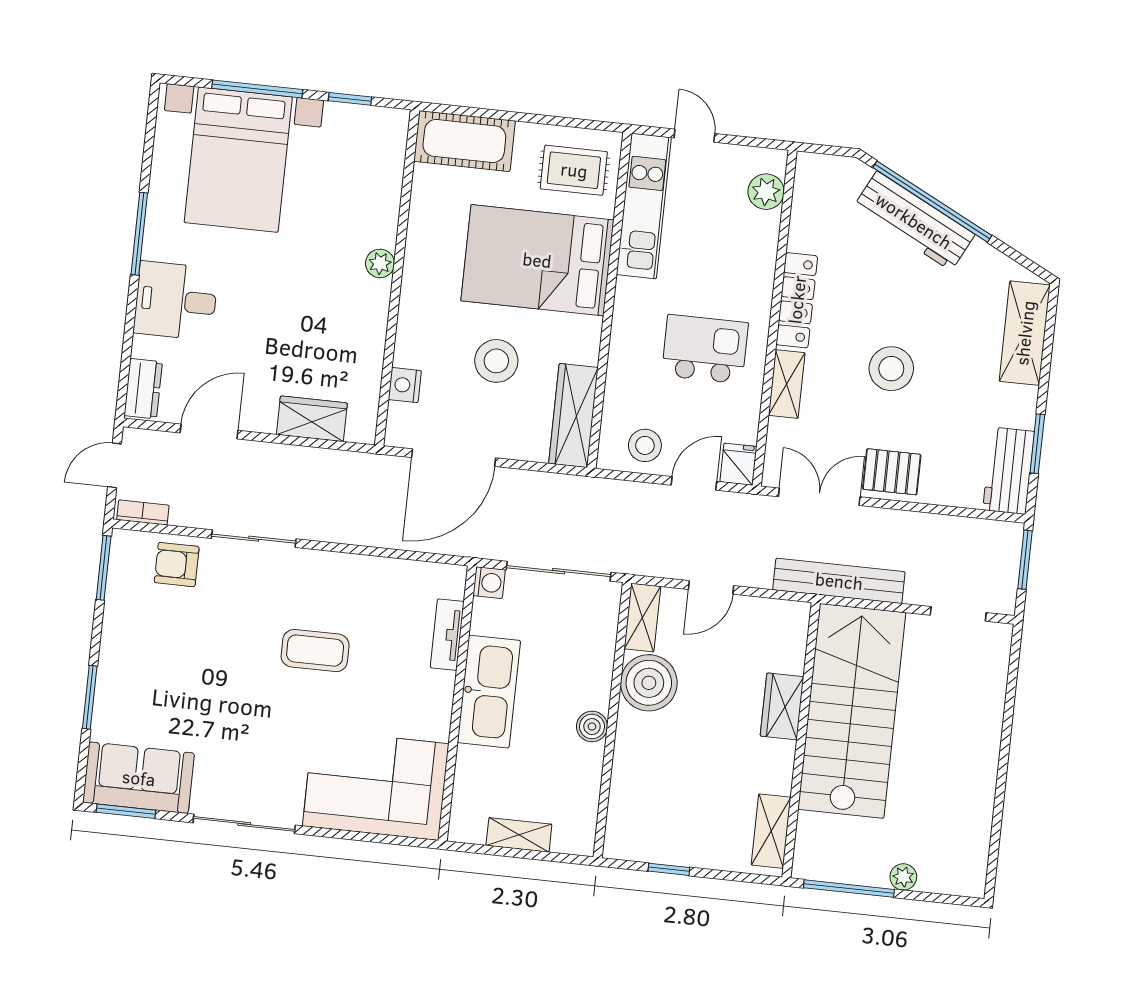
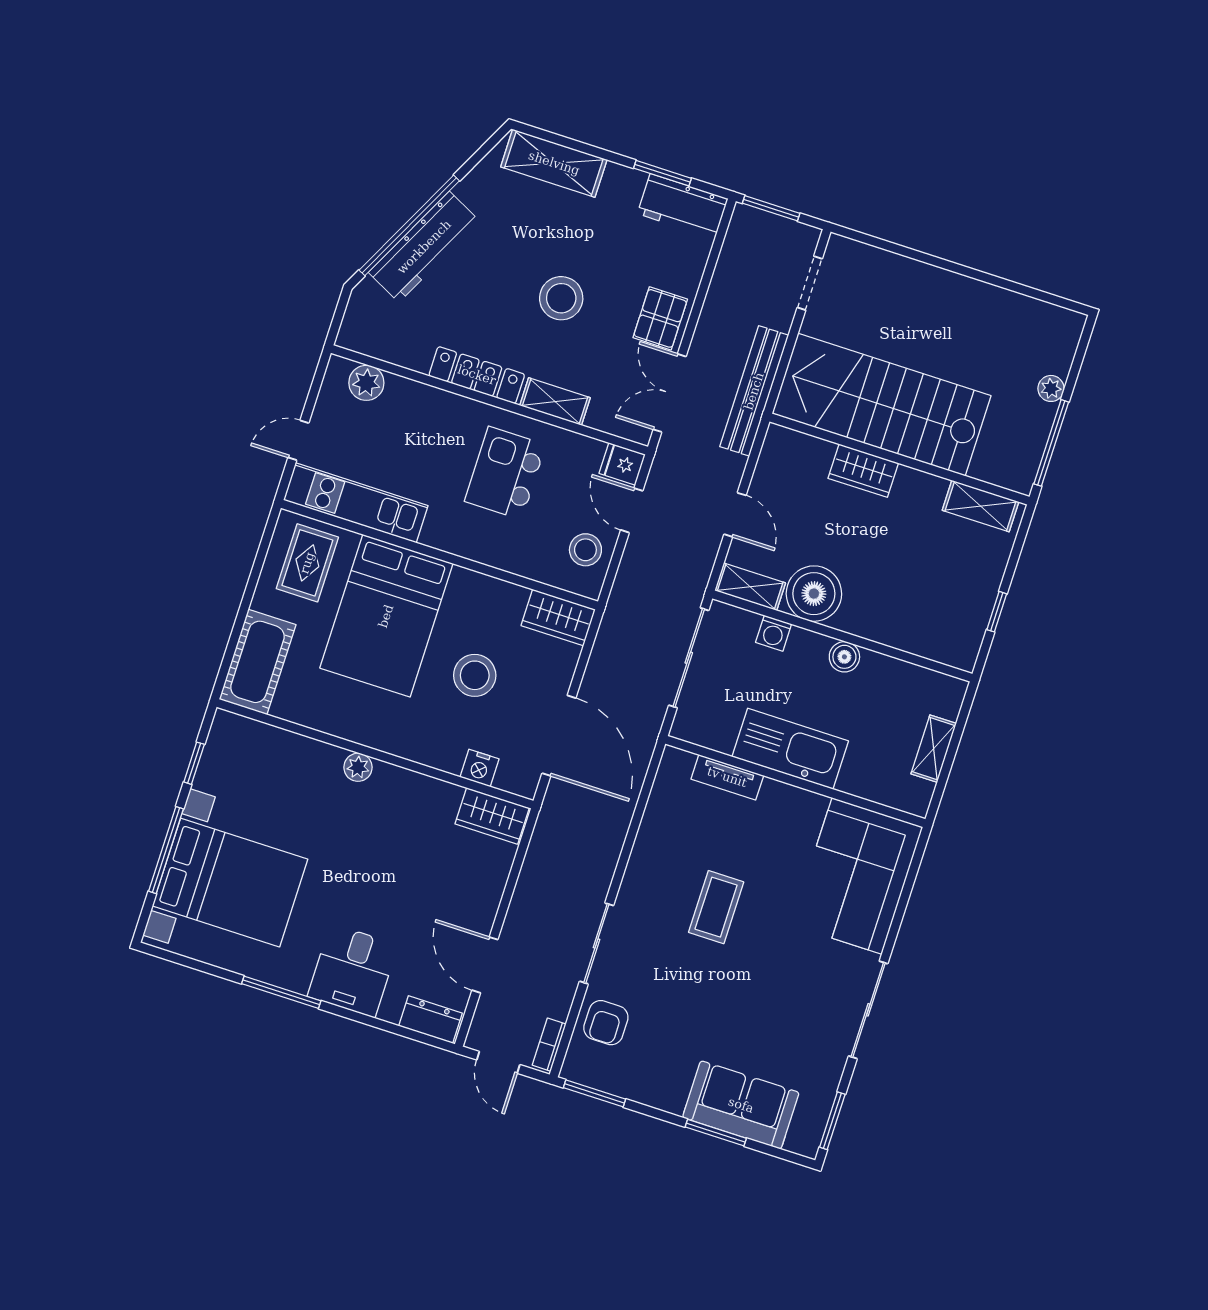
wardrobe: (573, 416) -> (558, 617), width x0.67
wardrobe: (312, 419) -> (492, 816), moved, turned -90
washing machine: (489, 583) -> (774, 633), moved, turned 180
sofa: (139, 778) -> (741, 1105), moved, turned 90

